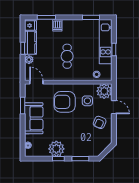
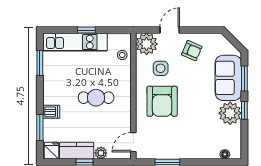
sofa: (34, 118) -> (228, 78), moved, turned -90

